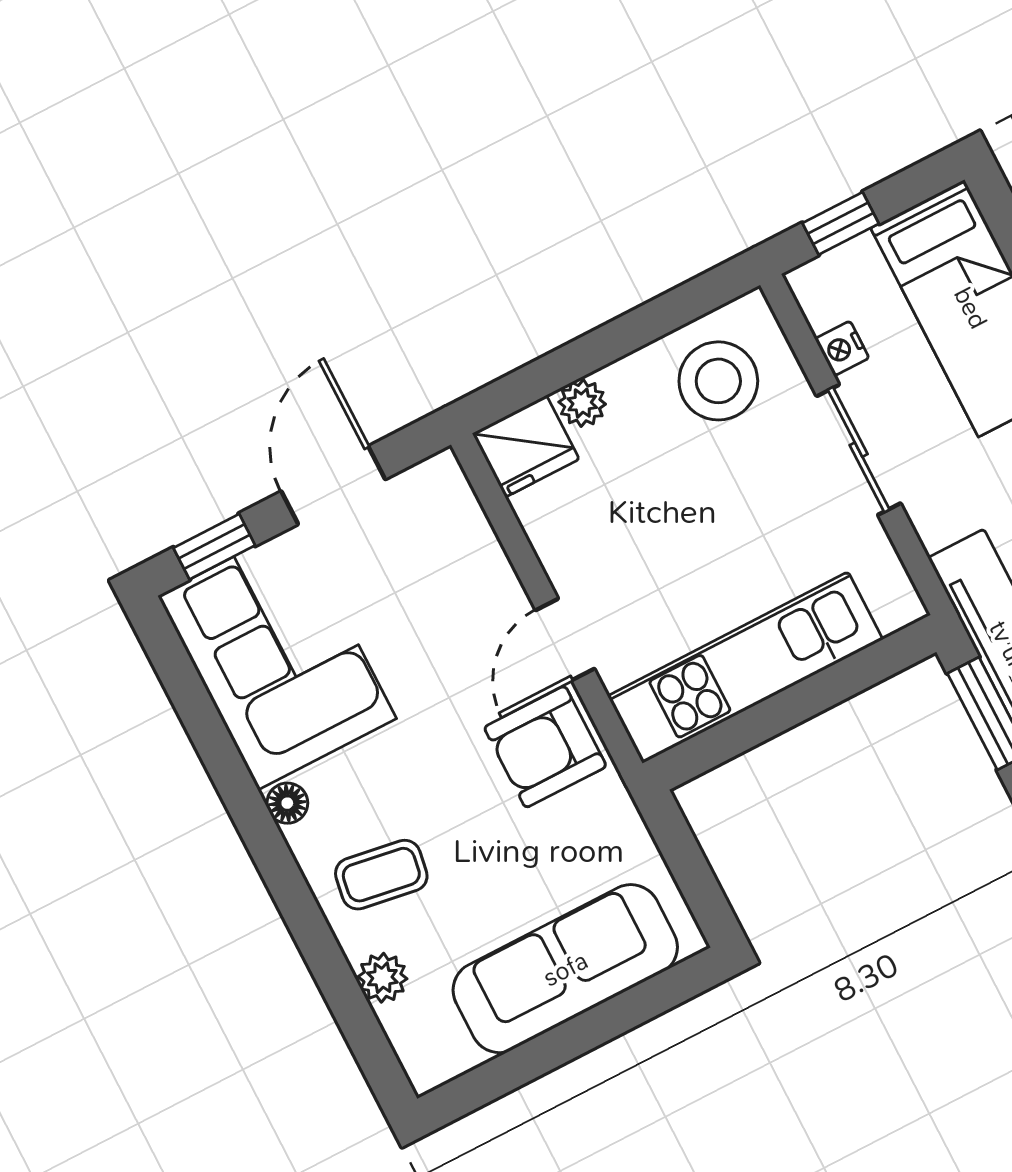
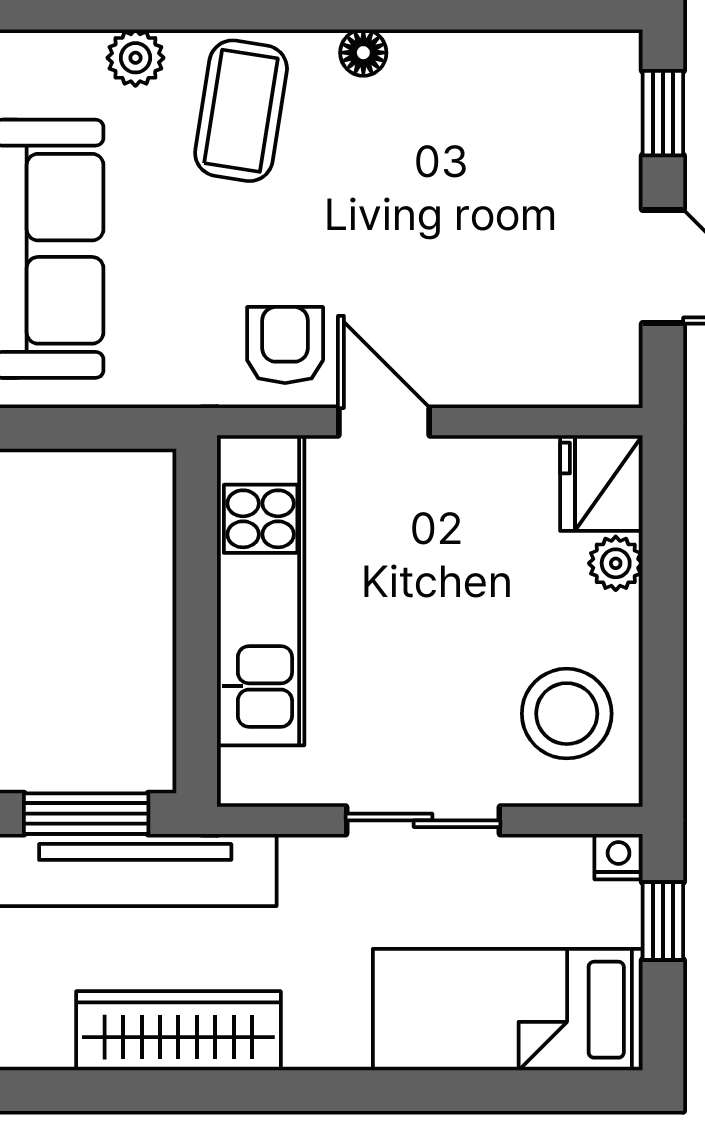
nightstand: (842, 348) -> (619, 857), moved
corner sofa: (277, 657) -> (517, 119), removed
armchair: (545, 747) -> (285, 345), width x0.72, depth x0.72
coffee table: (381, 875) -> (241, 111), width x1.36, depth x1.30

